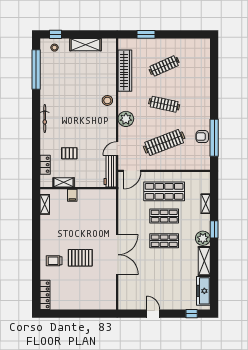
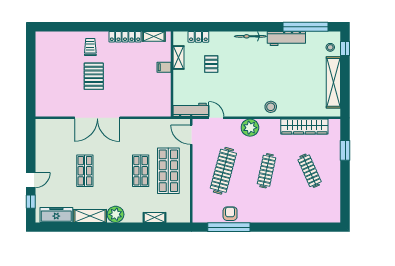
shelving: (86, 45) -> (333, 82), width x1.47
workbench: (47, 87) -> (286, 38), added
clothes rail: (164, 143) -> (223, 171), turned 36
window: (214, 229) -> (126, 227), removed
shop shelf: (164, 241) -> (85, 171), moved
locker: (45, 295) -> (125, 37), moved
door: (153, 314) -> (31, 180), moved

